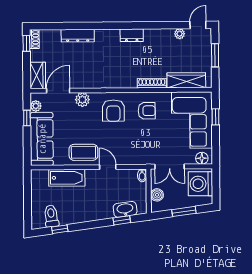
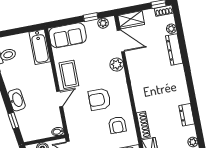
plant: (55, 35) -> (171, 29), added
dresser: (132, 35) -> (187, 115), moved
armchair: (113, 111) -> (100, 99), moved
sofa: (42, 139) -> (68, 35), width x0.73
bathtub: (67, 178) -> (40, 47), moved
washbasin: (125, 209) -> (17, 100), moved

